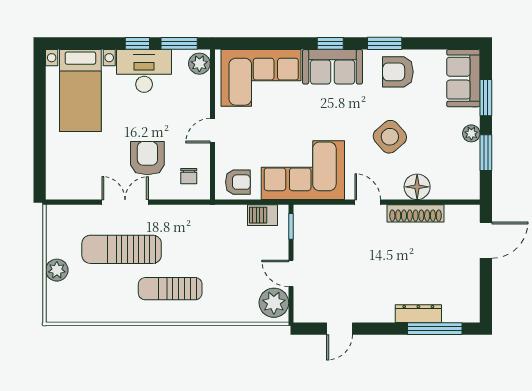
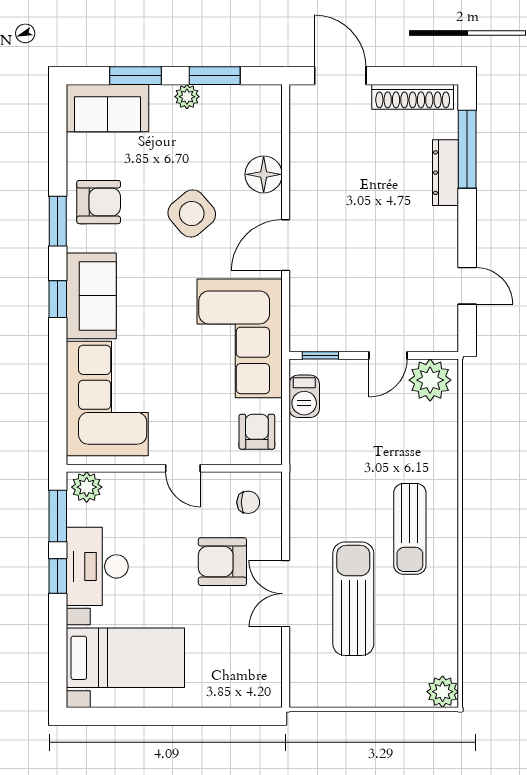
armchair: (398, 72) -> (99, 202), turned -90
door: (368, 202) -> (286, 245), width x1.38
shoe rack: (416, 213) -> (413, 97), moved, turned 90
sun lounger: (122, 249) -> (353, 599), turned 180
plant: (57, 270) -> (443, 692), moved

